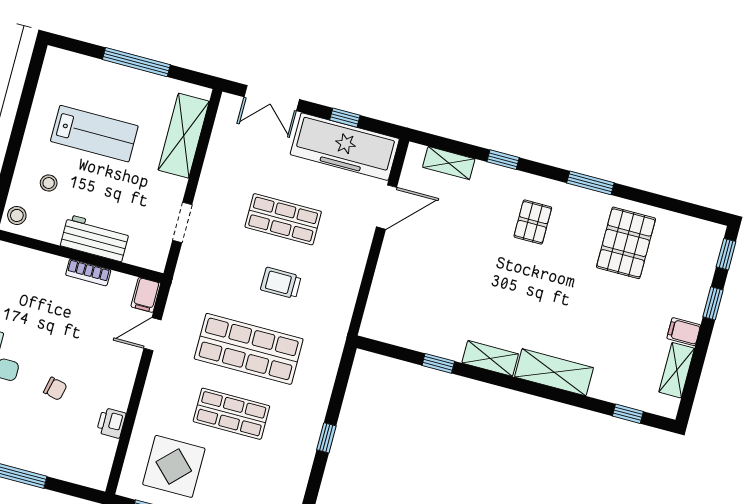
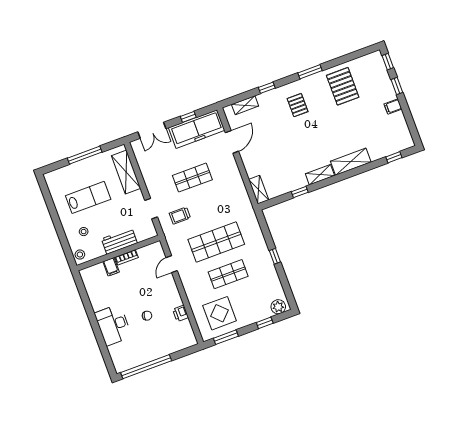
trolley: (281, 283) -> (180, 216), moved
filing cabinet: (146, 295) -> (111, 267), moved
shelving: (677, 370) -> (259, 190), moved

